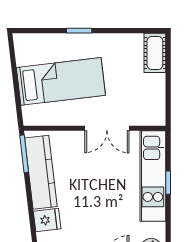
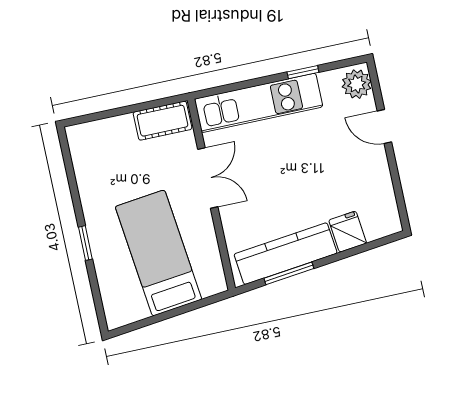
cot: (155, 53) -> (162, 121), moved
window: (24, 154) -> (289, 273), moved
window: (168, 183) -> (303, 72), moved

